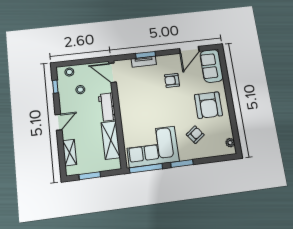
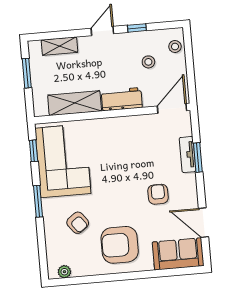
window: (55, 87) -> (137, 28), moved
door: (59, 122) -> (102, 31), swing flipped
window: (146, 168) -> (34, 151), width x0.46

